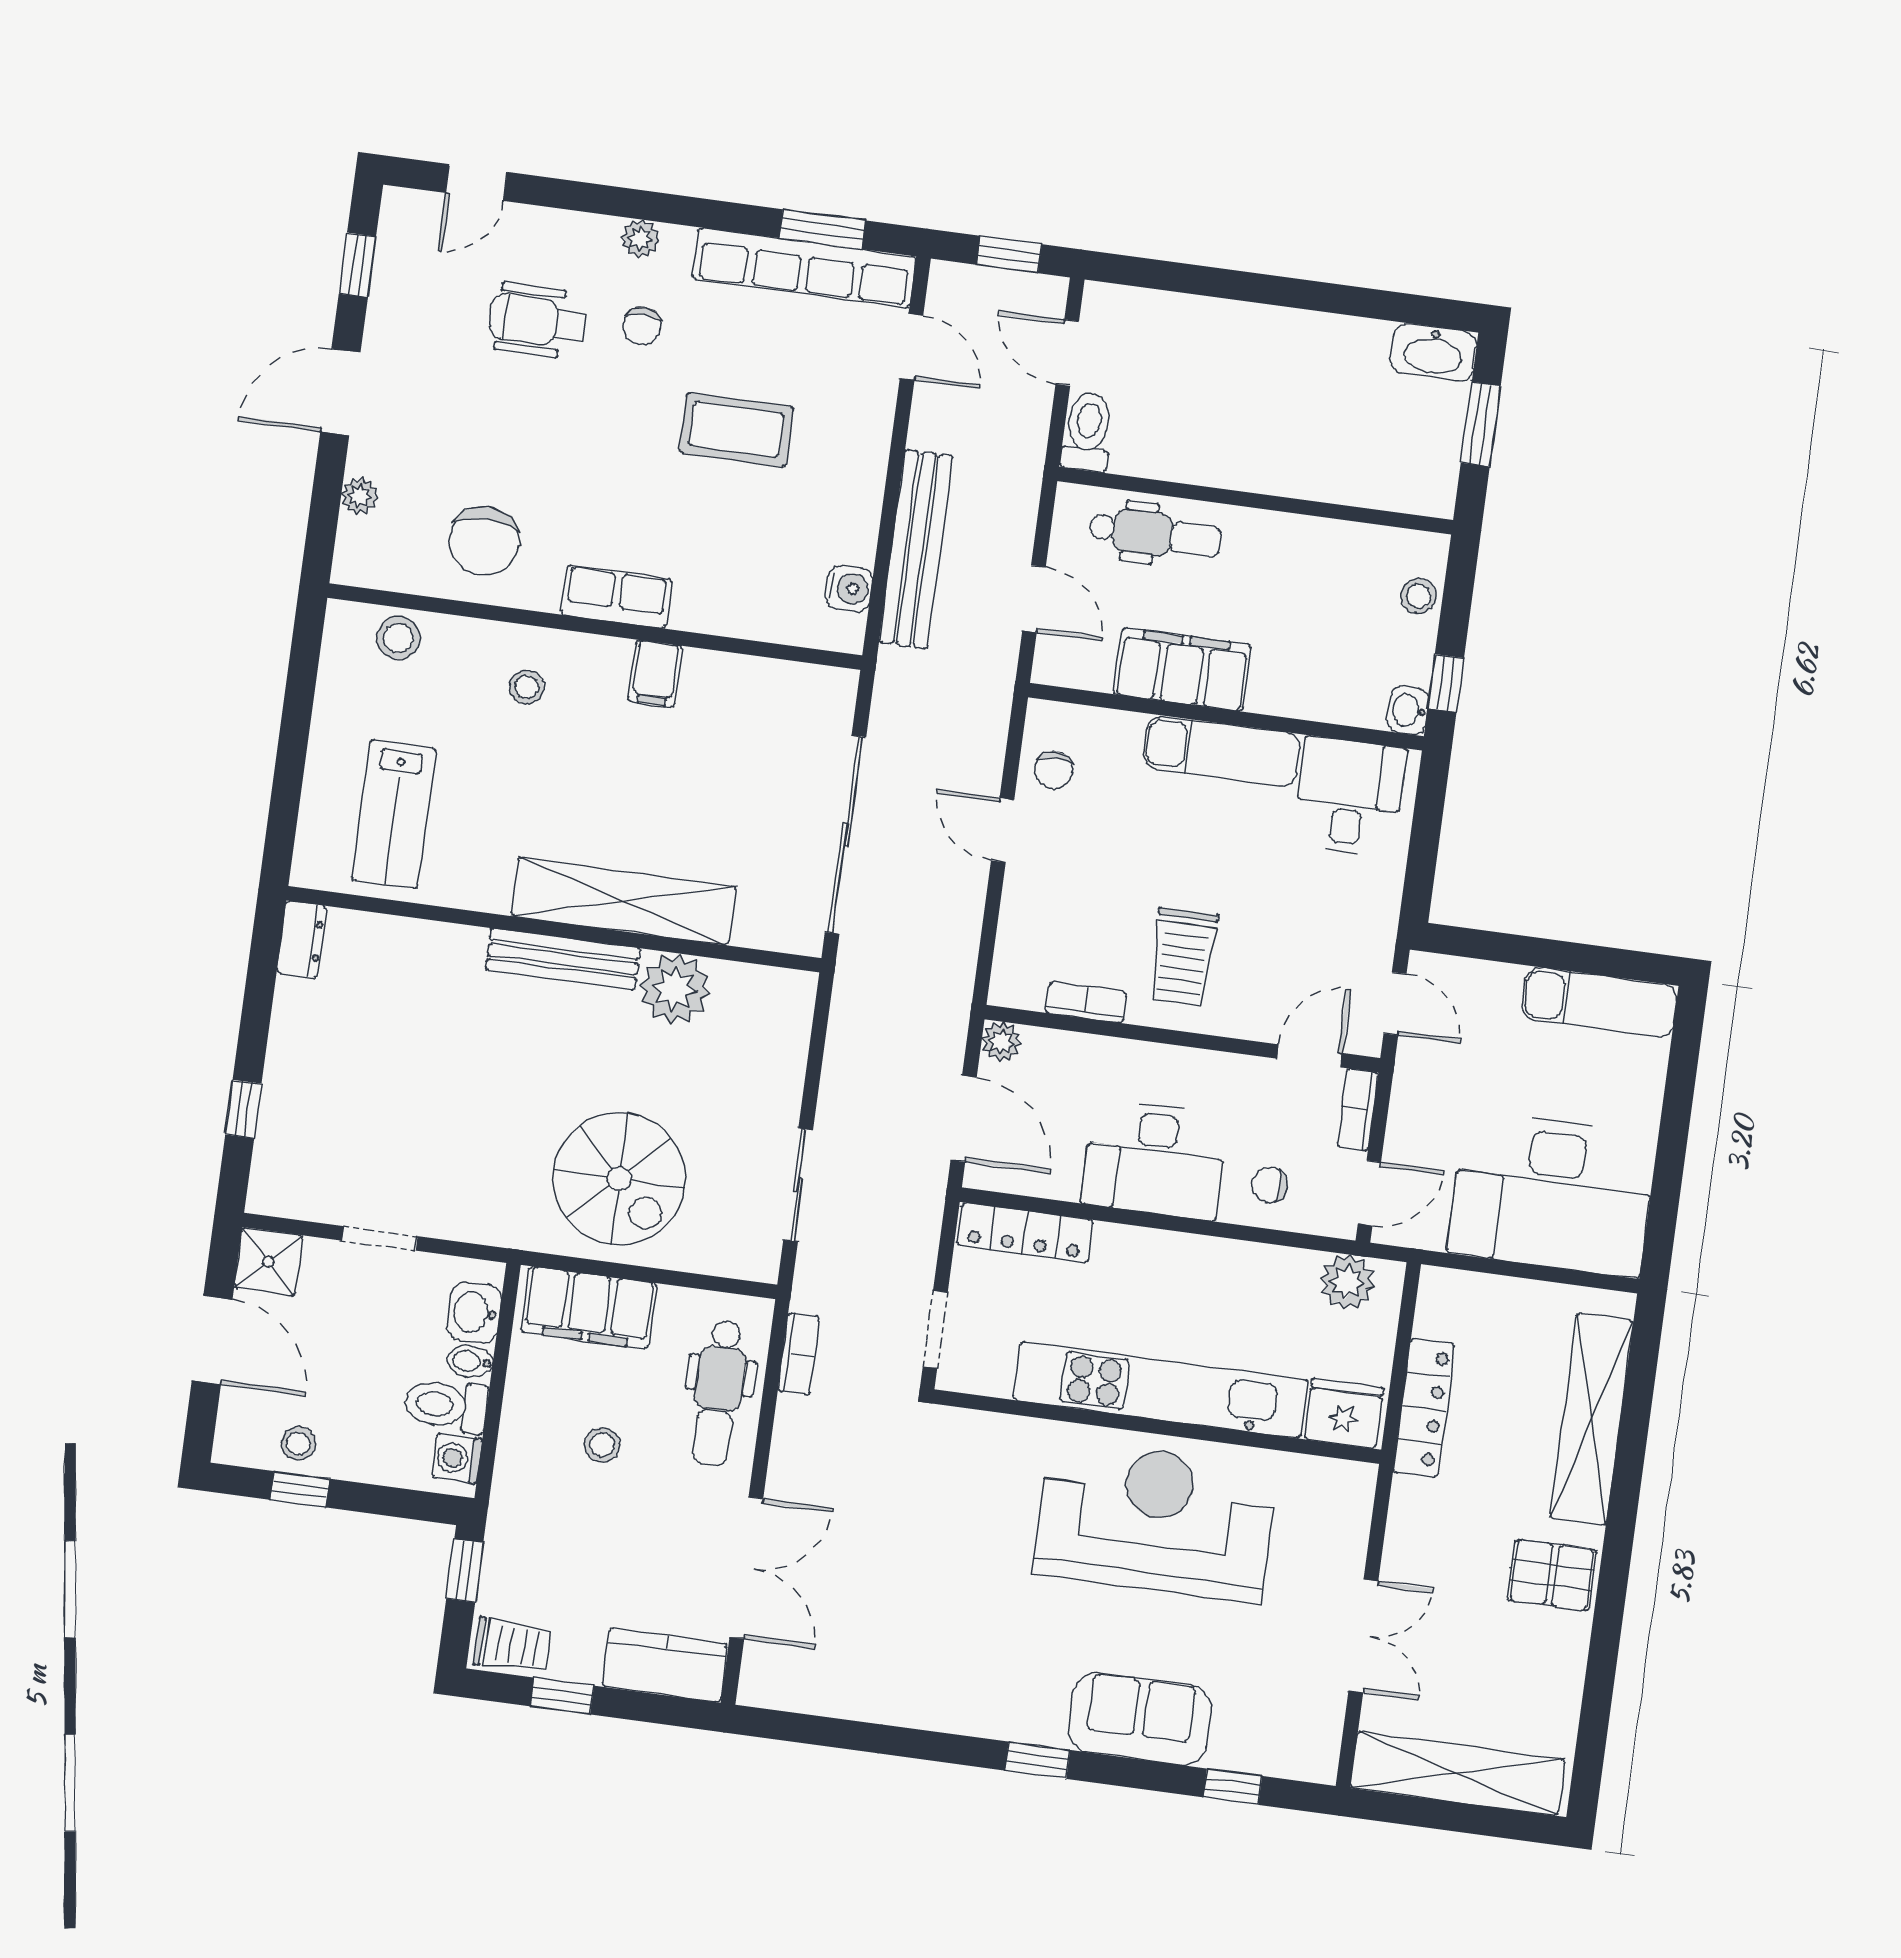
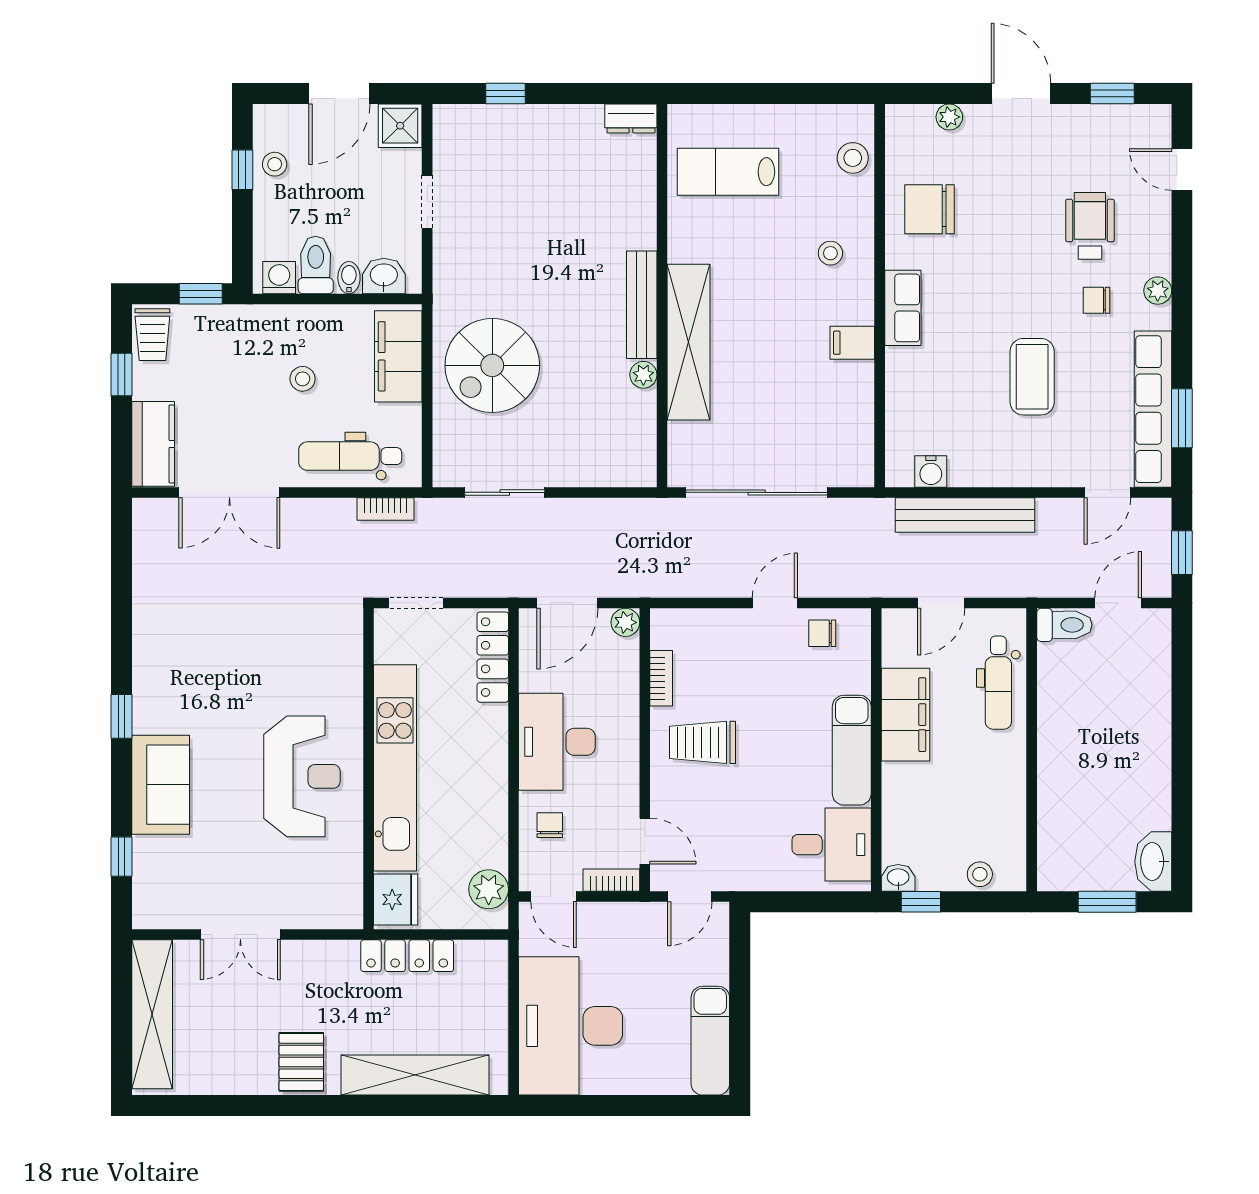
plant: (675, 989) -> (643, 375), width x0.53, depth x0.53
reception desk: (1155, 1520) -> (302, 776), width x0.74, depth x0.77

